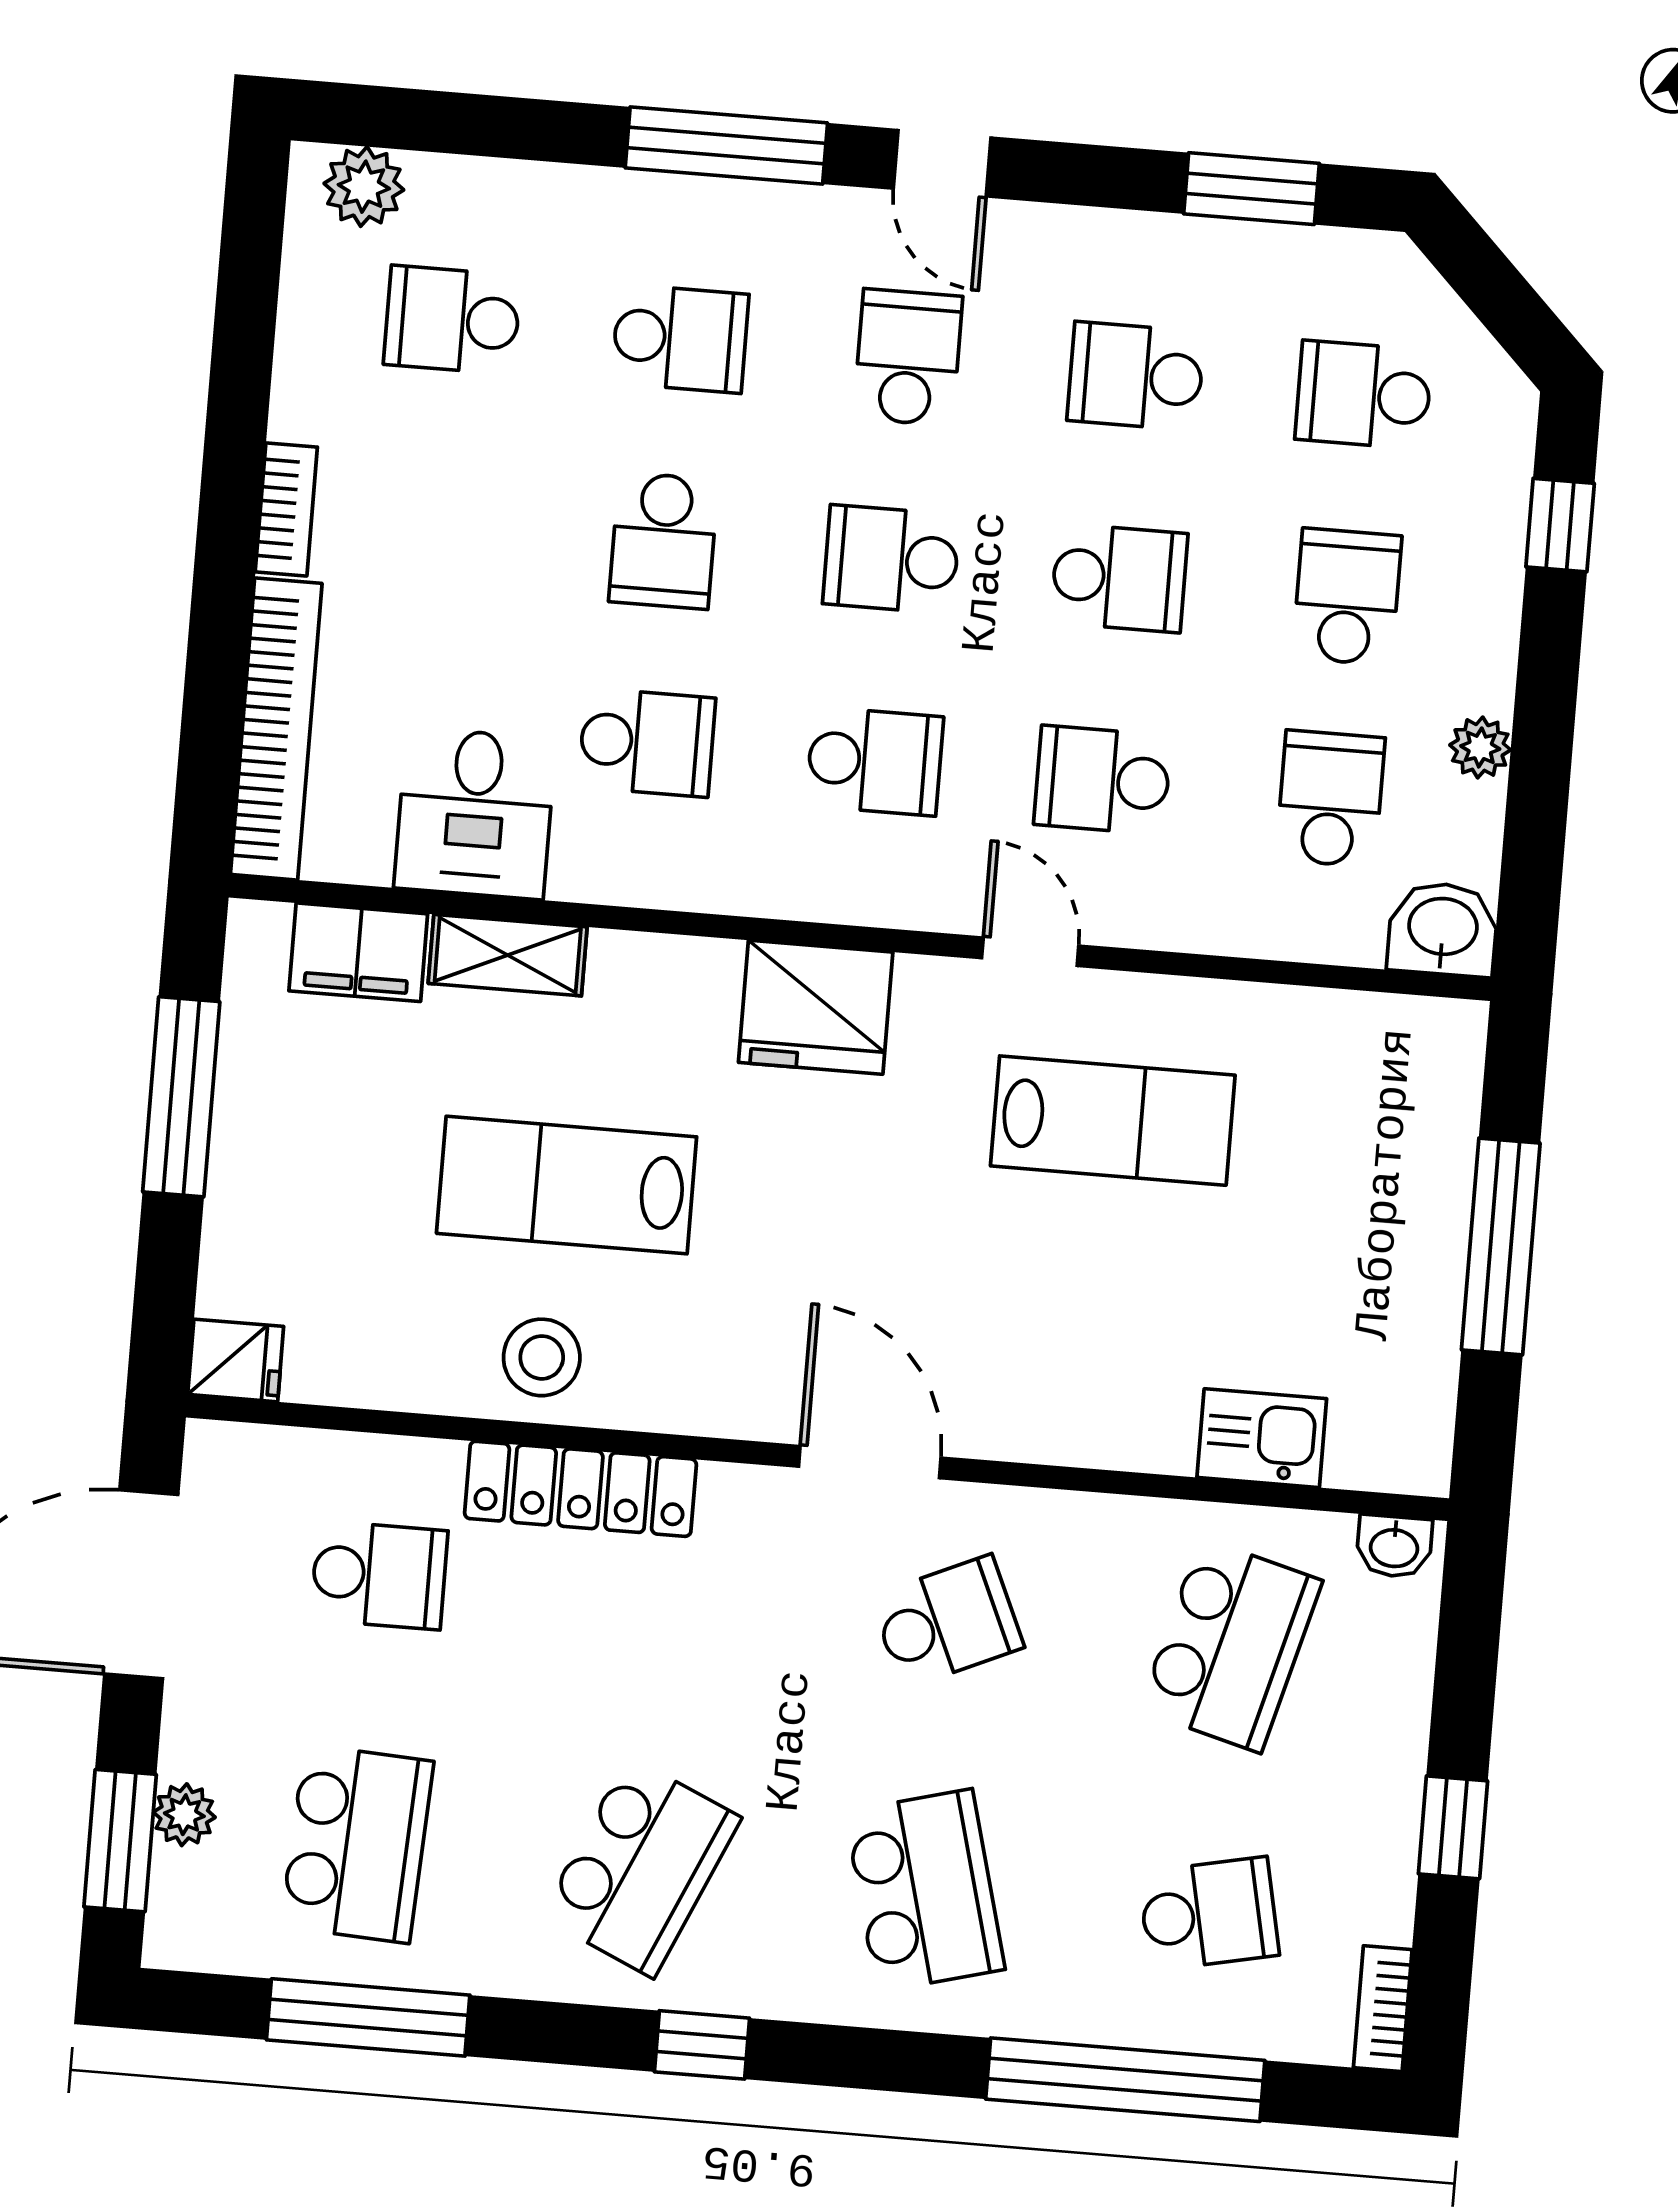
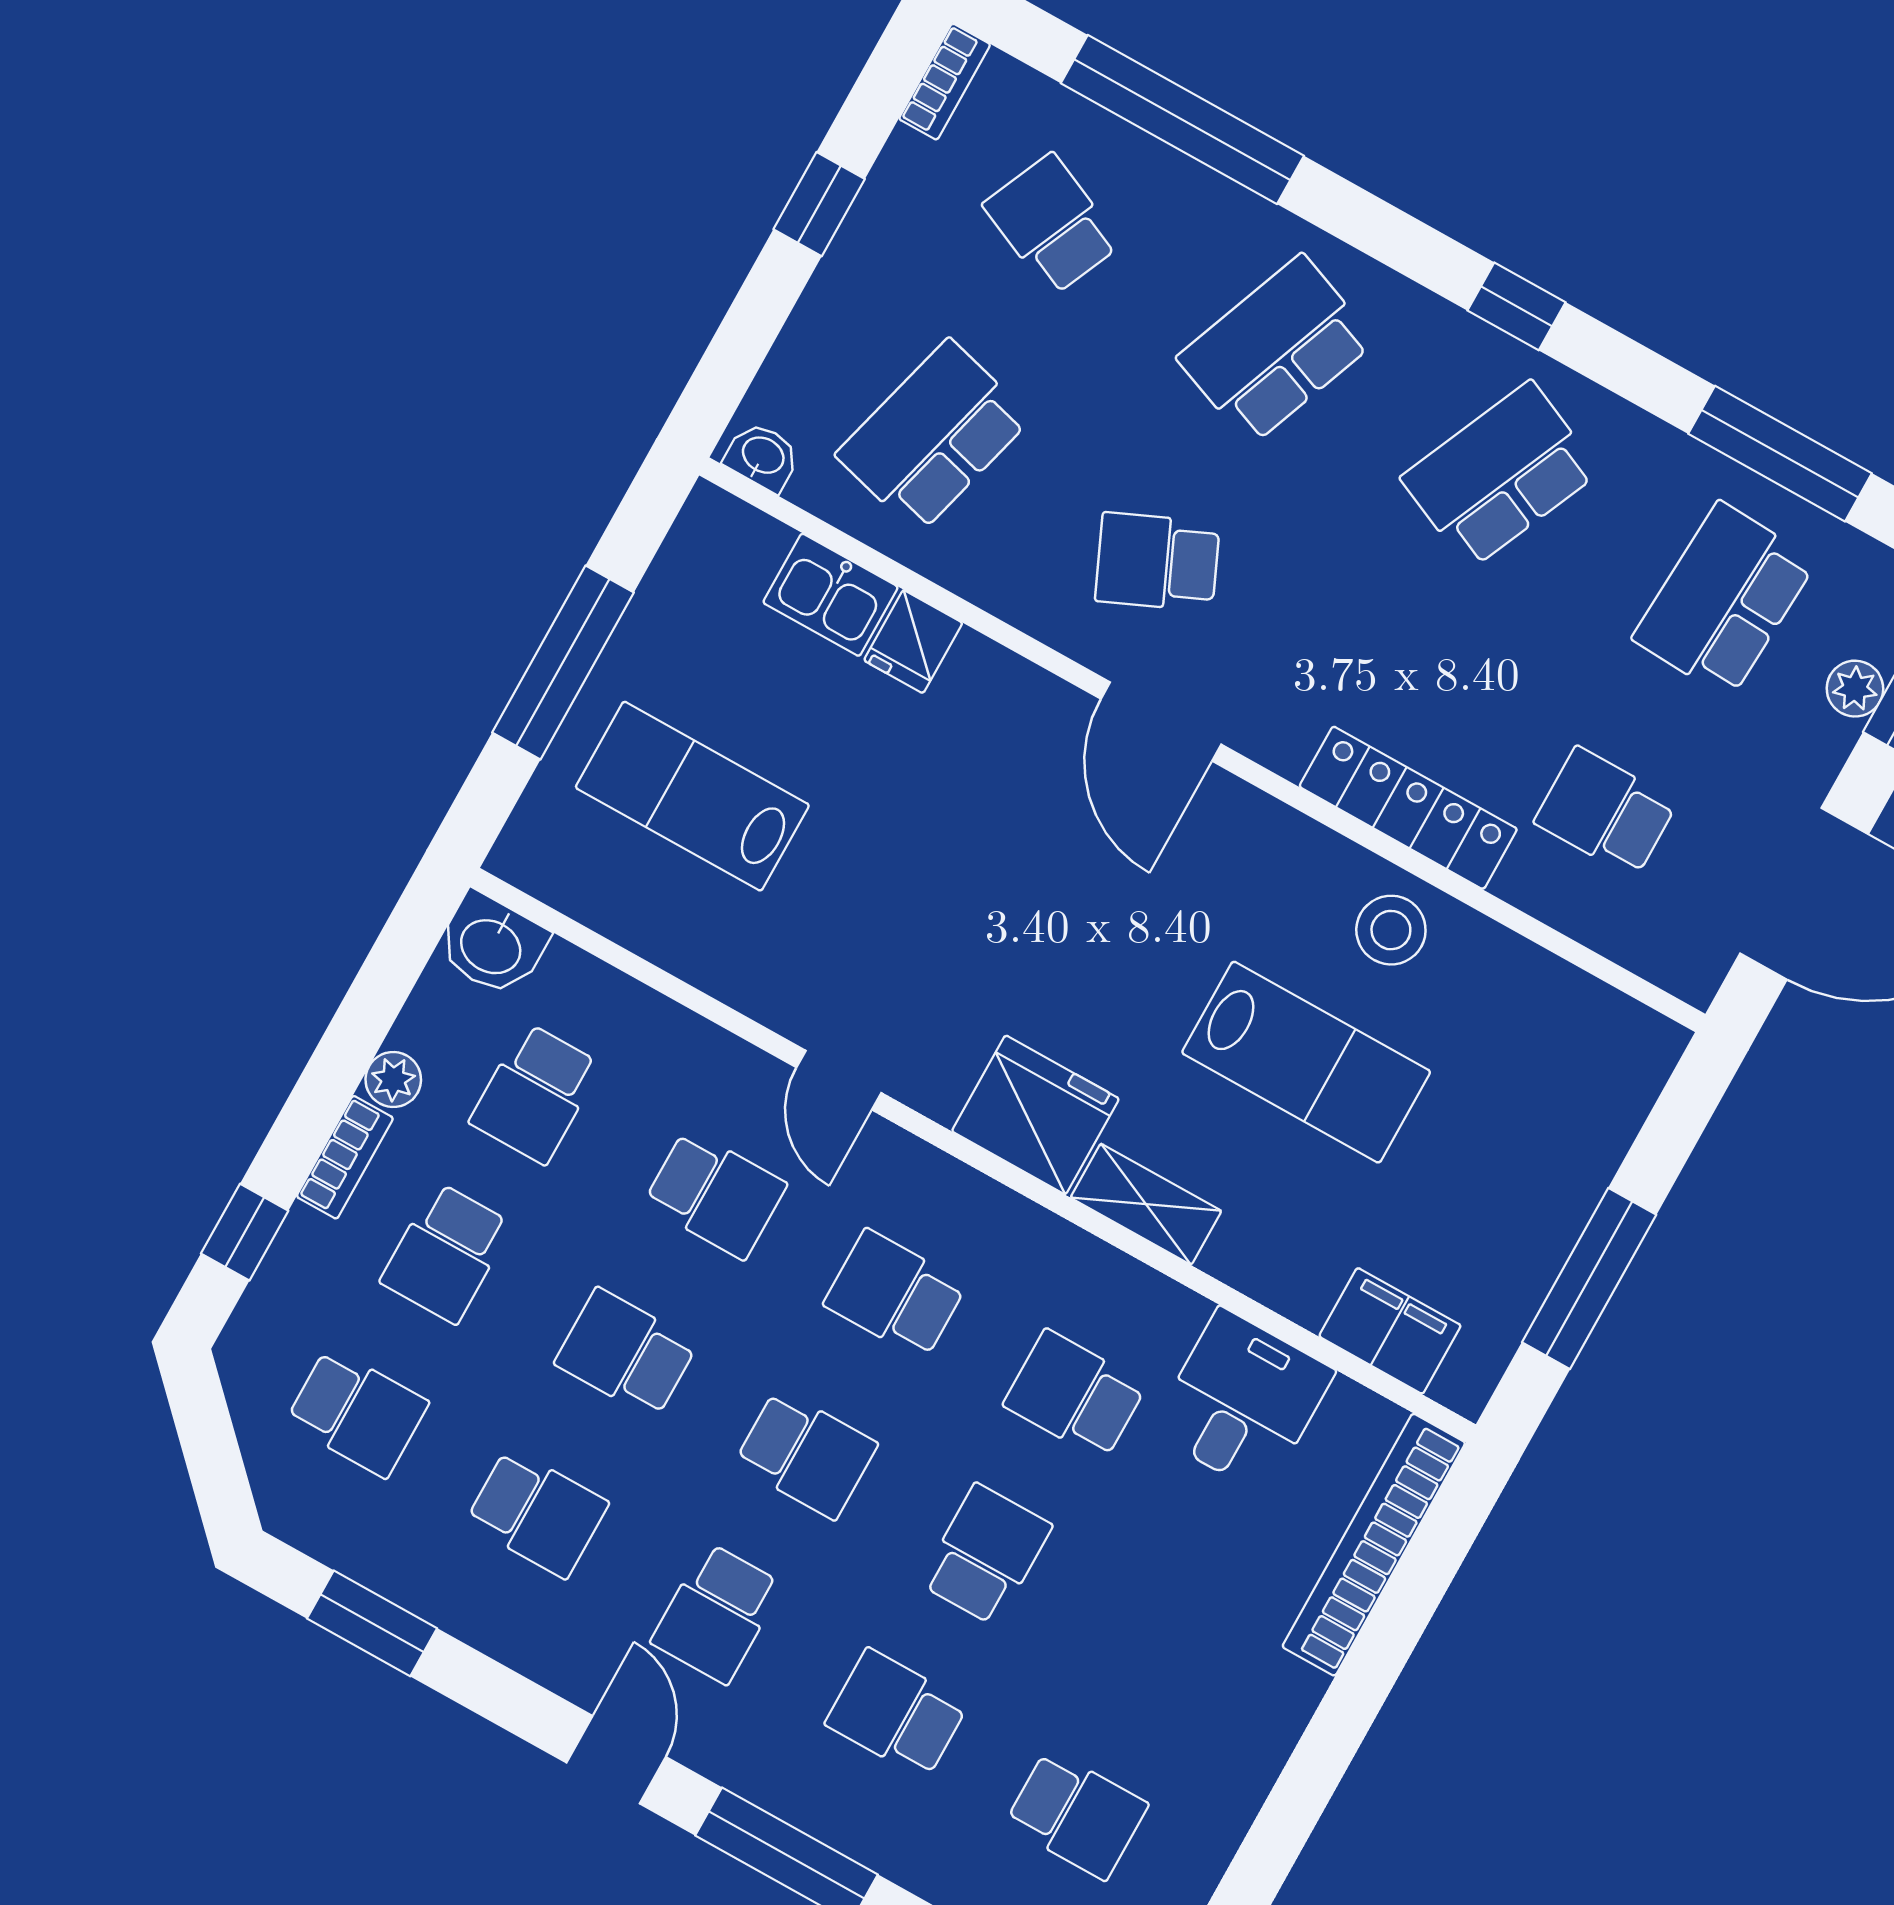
bookcase: (286, 509) -> (345, 1157), moved, turned 180
shelving: (508, 955) -> (1146, 1204), moved
lab bench: (1113, 1121) -> (692, 796), moved
fridge: (236, 1360) -> (913, 642), moved, turned -90
school desk: (925, 1891) -> (1276, 350), turned 36
school desk: (1209, 1914) -> (1052, 224), turned 36

